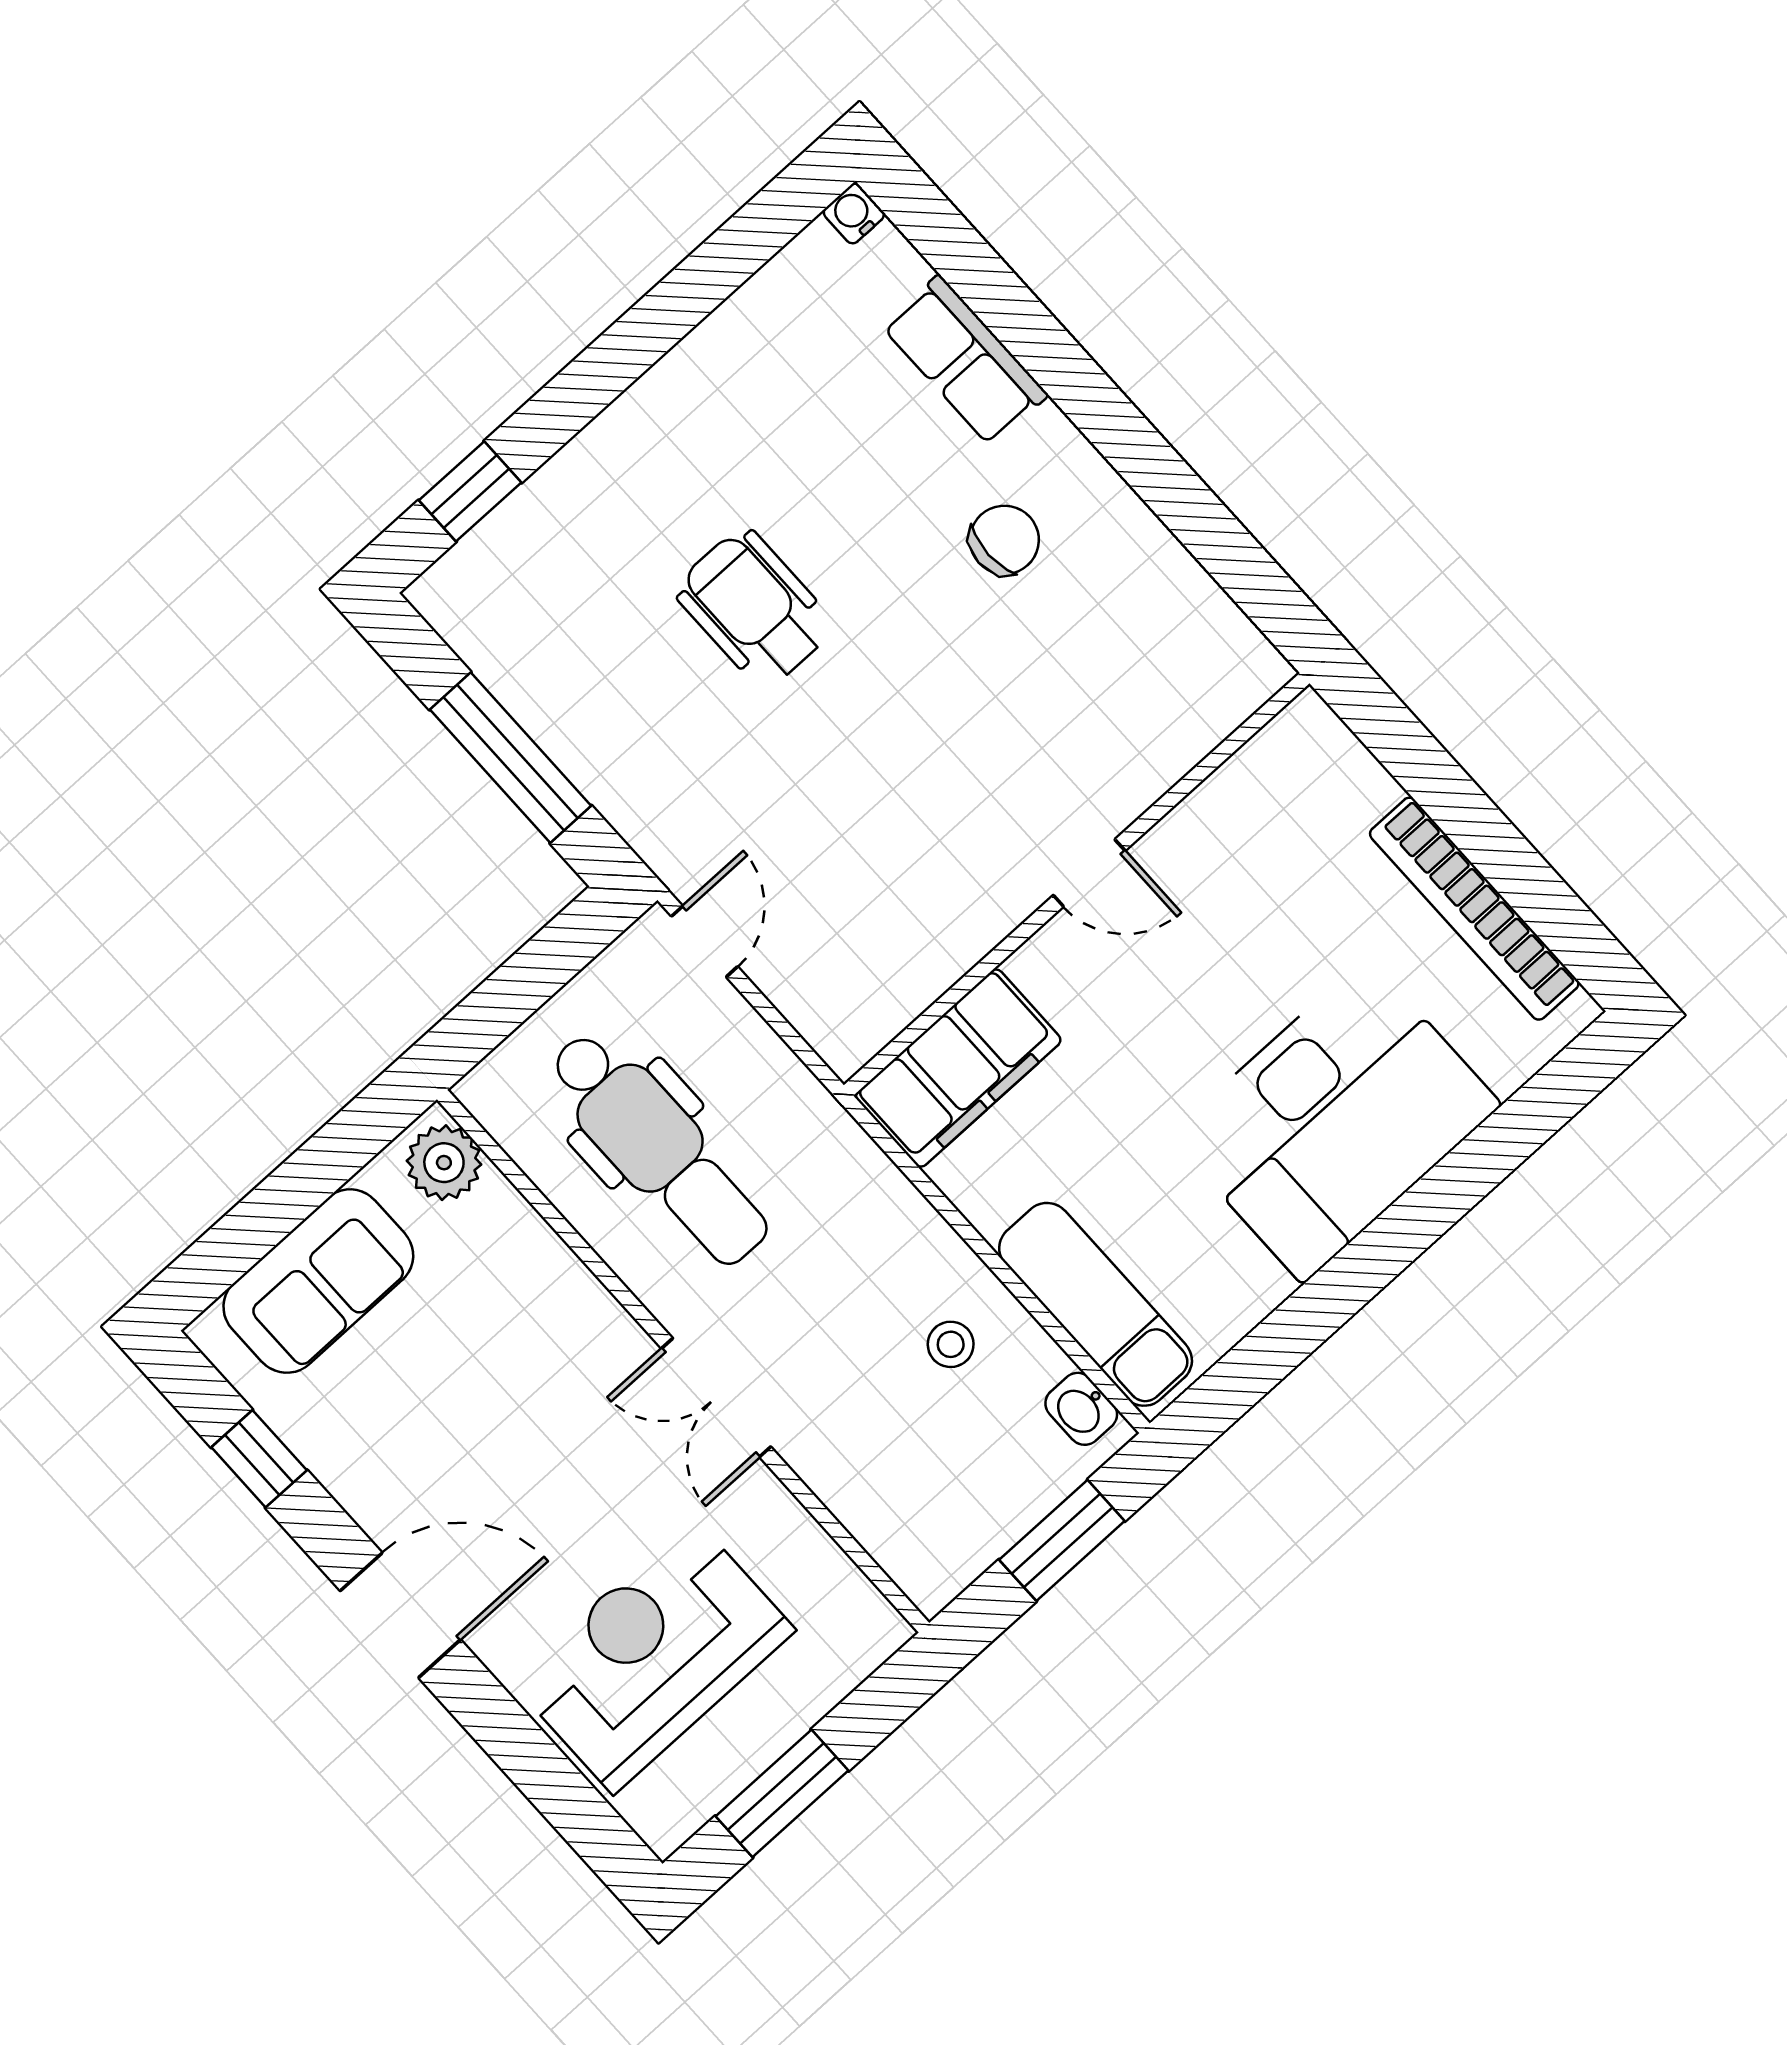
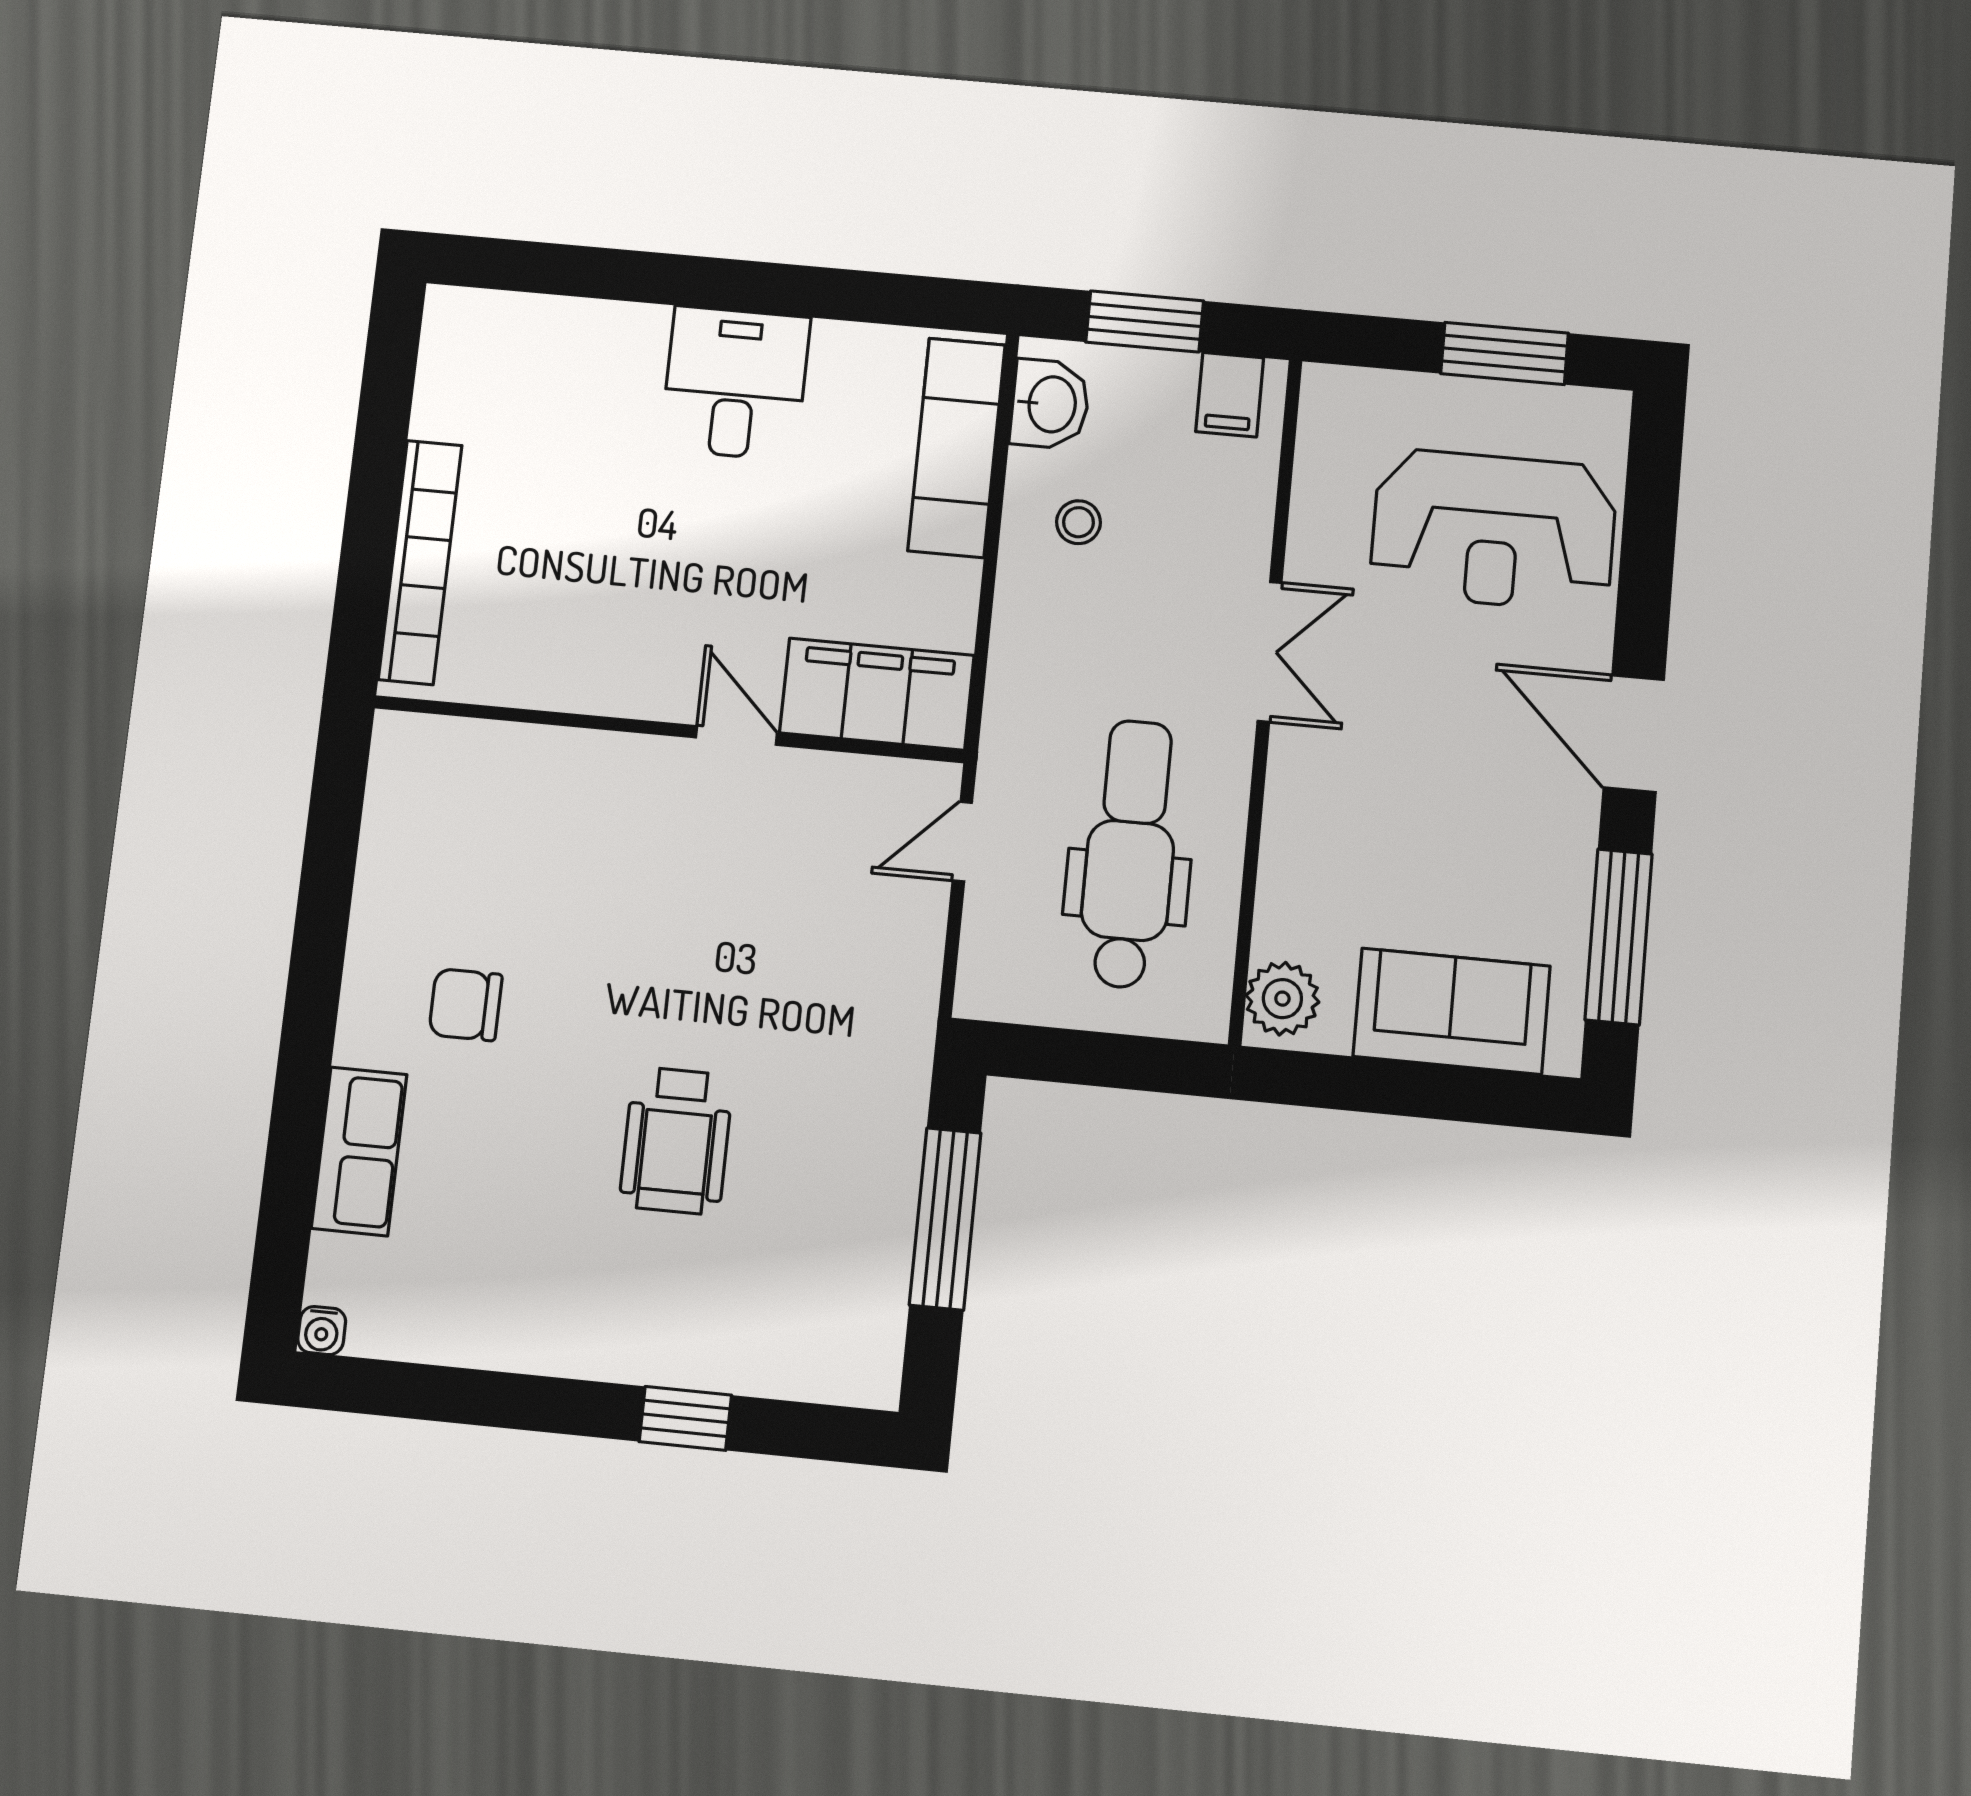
window: (470, 491) -> (685, 1418), moved
door: (1089, 873) -> (736, 736), moved
bookcase: (1474, 909) -> (420, 562), moved
door: (705, 941) -> (962, 842), moved
desk: (1335, 1120) -> (735, 383), width x0.53, depth x0.77
washbasin: (1081, 1409) -> (1050, 404), width x1.38, depth x1.45
window: (259, 1459) -> (1619, 937), width x2.17
filing cabinet: (944, 1552) -> (1230, 395), added

